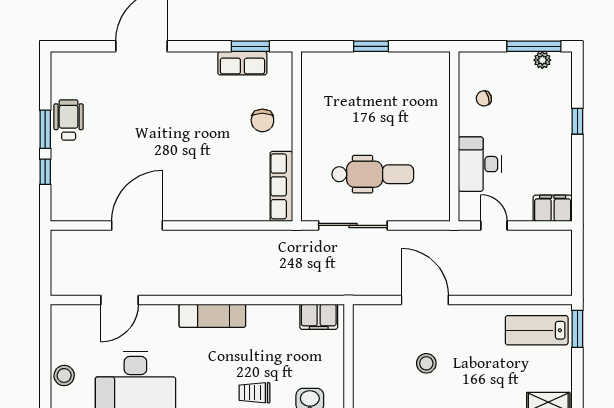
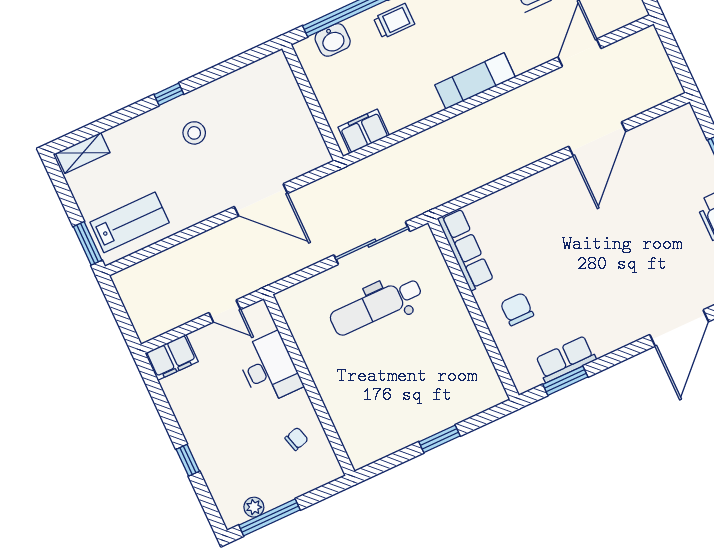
stool: (426, 363) -> (194, 133), moved

